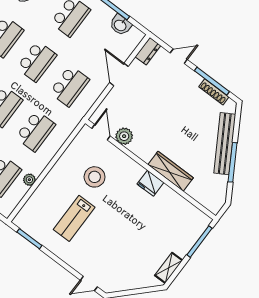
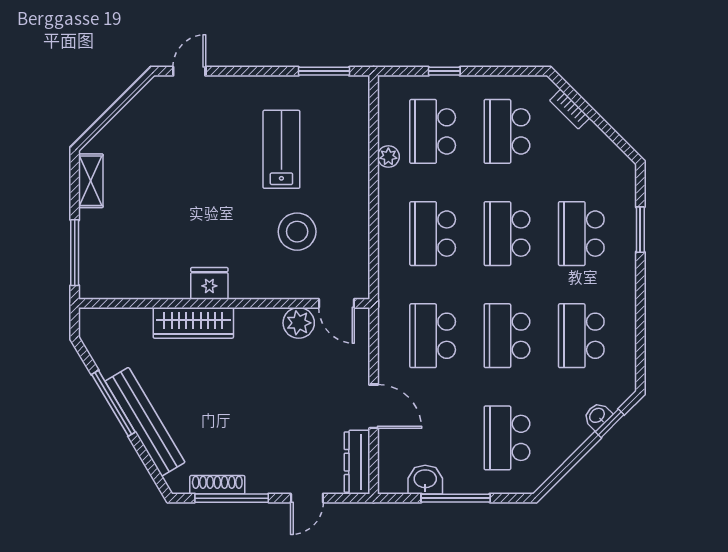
dresser: (148, 51) -> (357, 462), width x1.44

